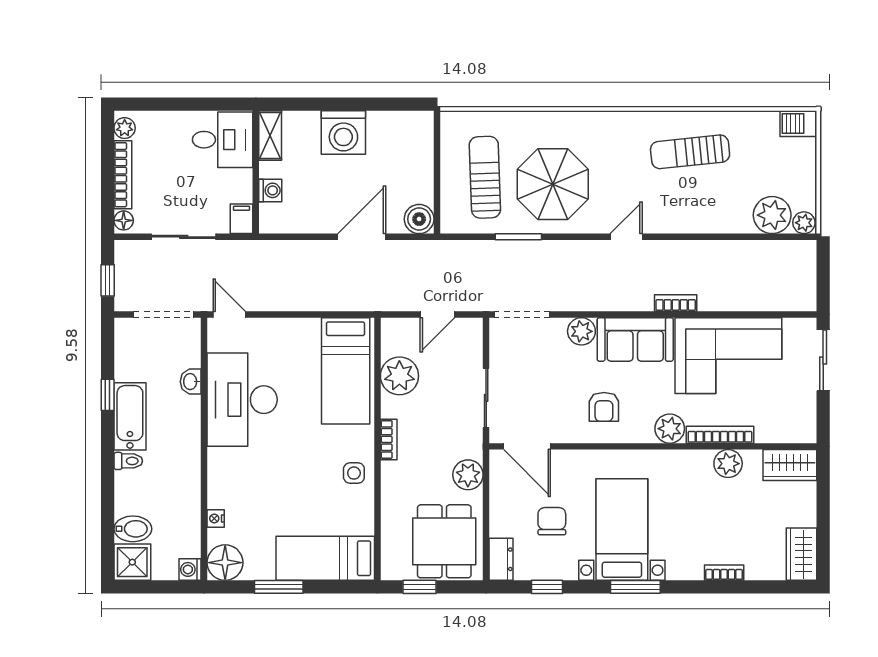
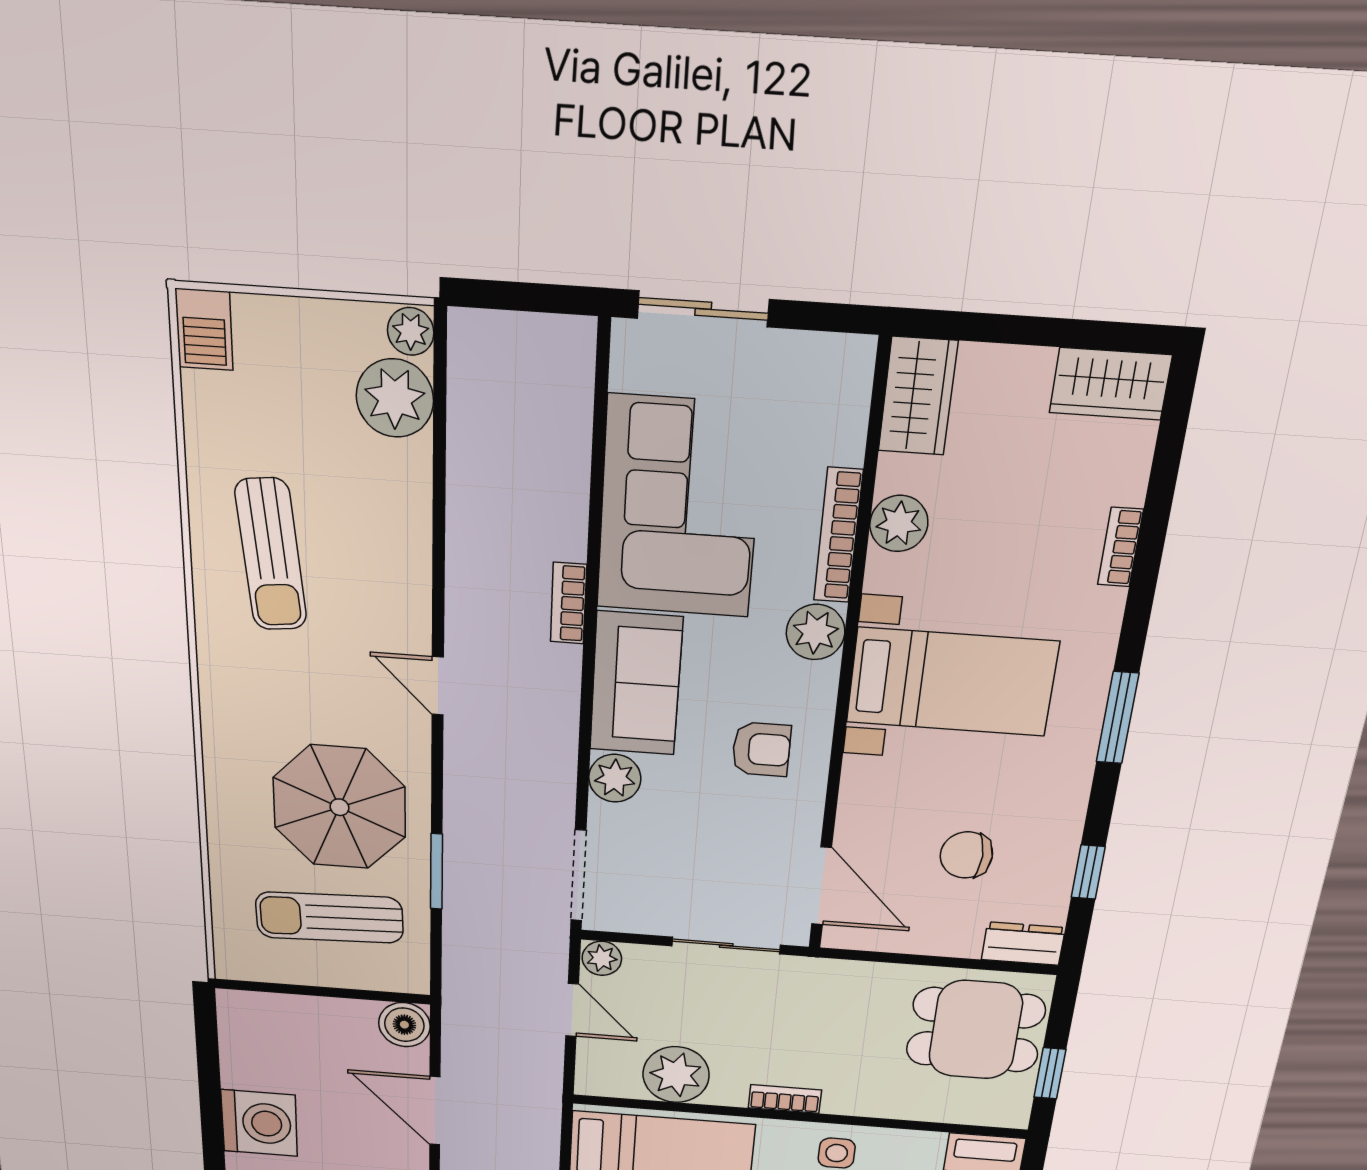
door: (527, 446) -> (822, 886), hinge flipped
plant: (468, 475) -> (602, 958), moved, width x0.73, depth x0.73
bed with nightstands: (622, 530) -> (952, 682), moved, turned 180

